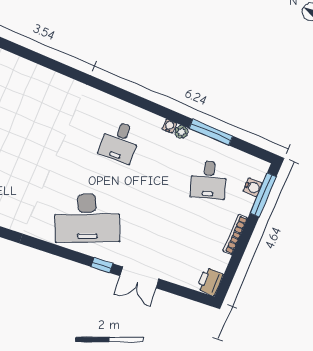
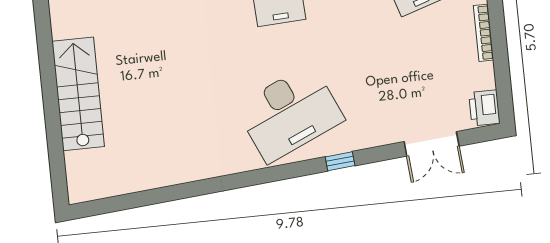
double door: (139, 277) -> (432, 144), moved

